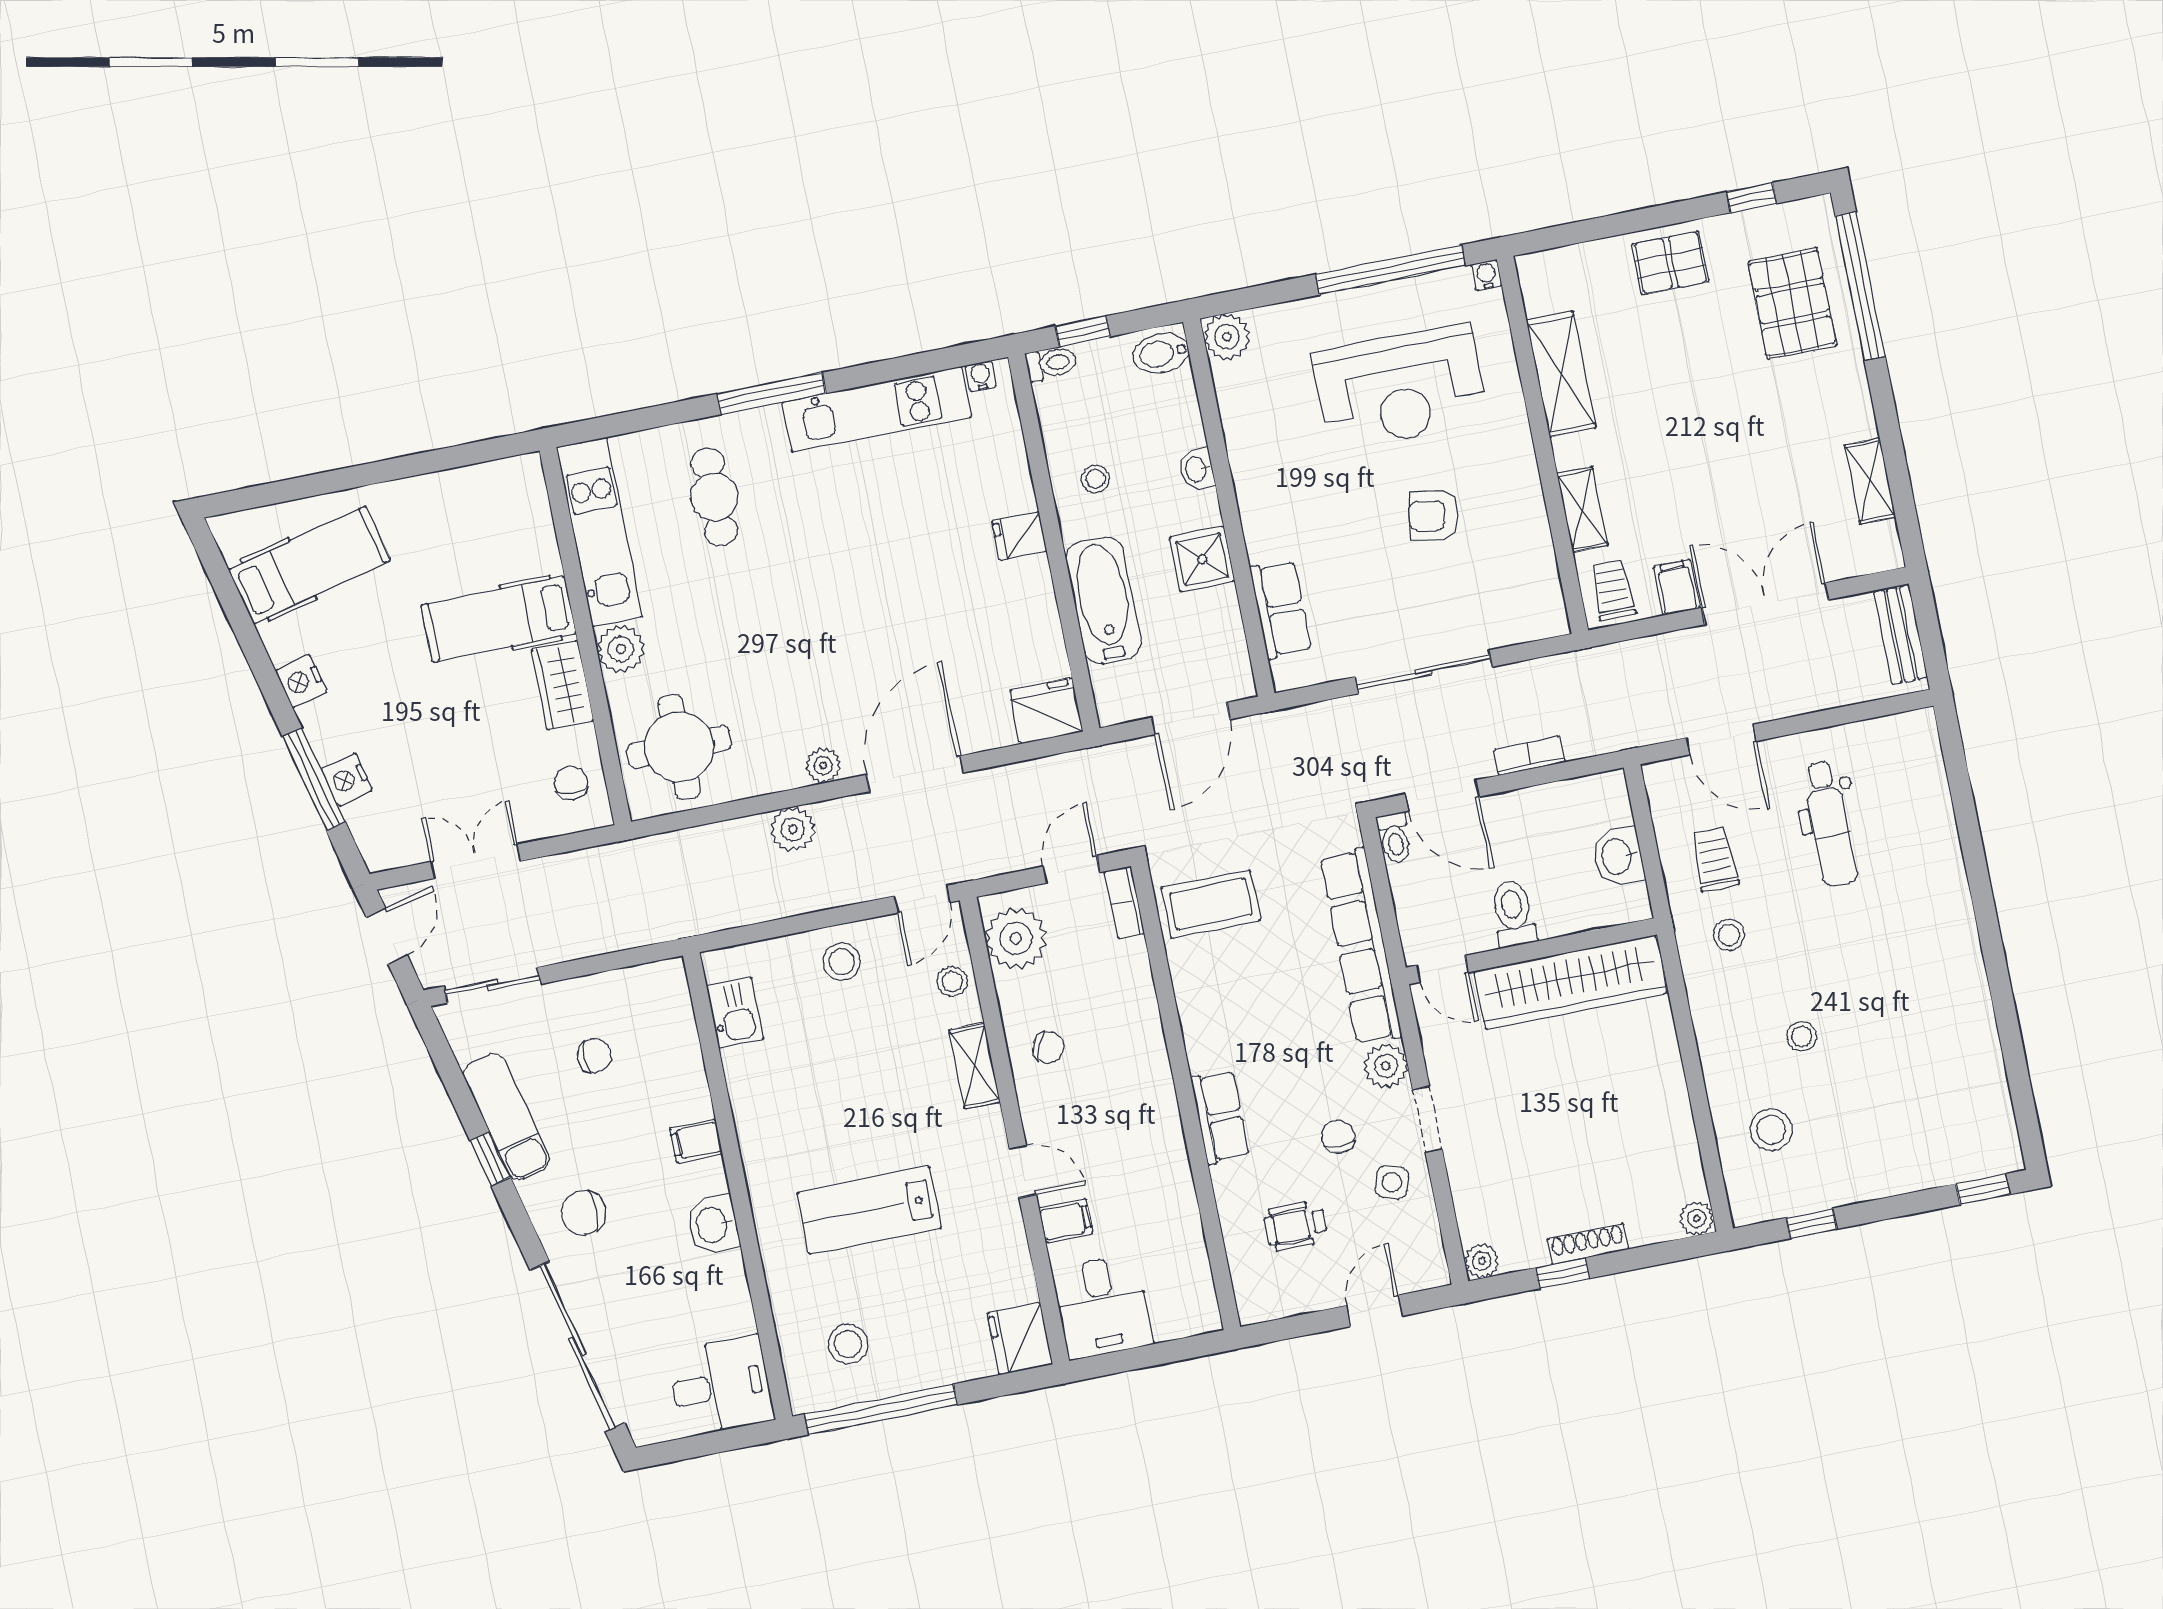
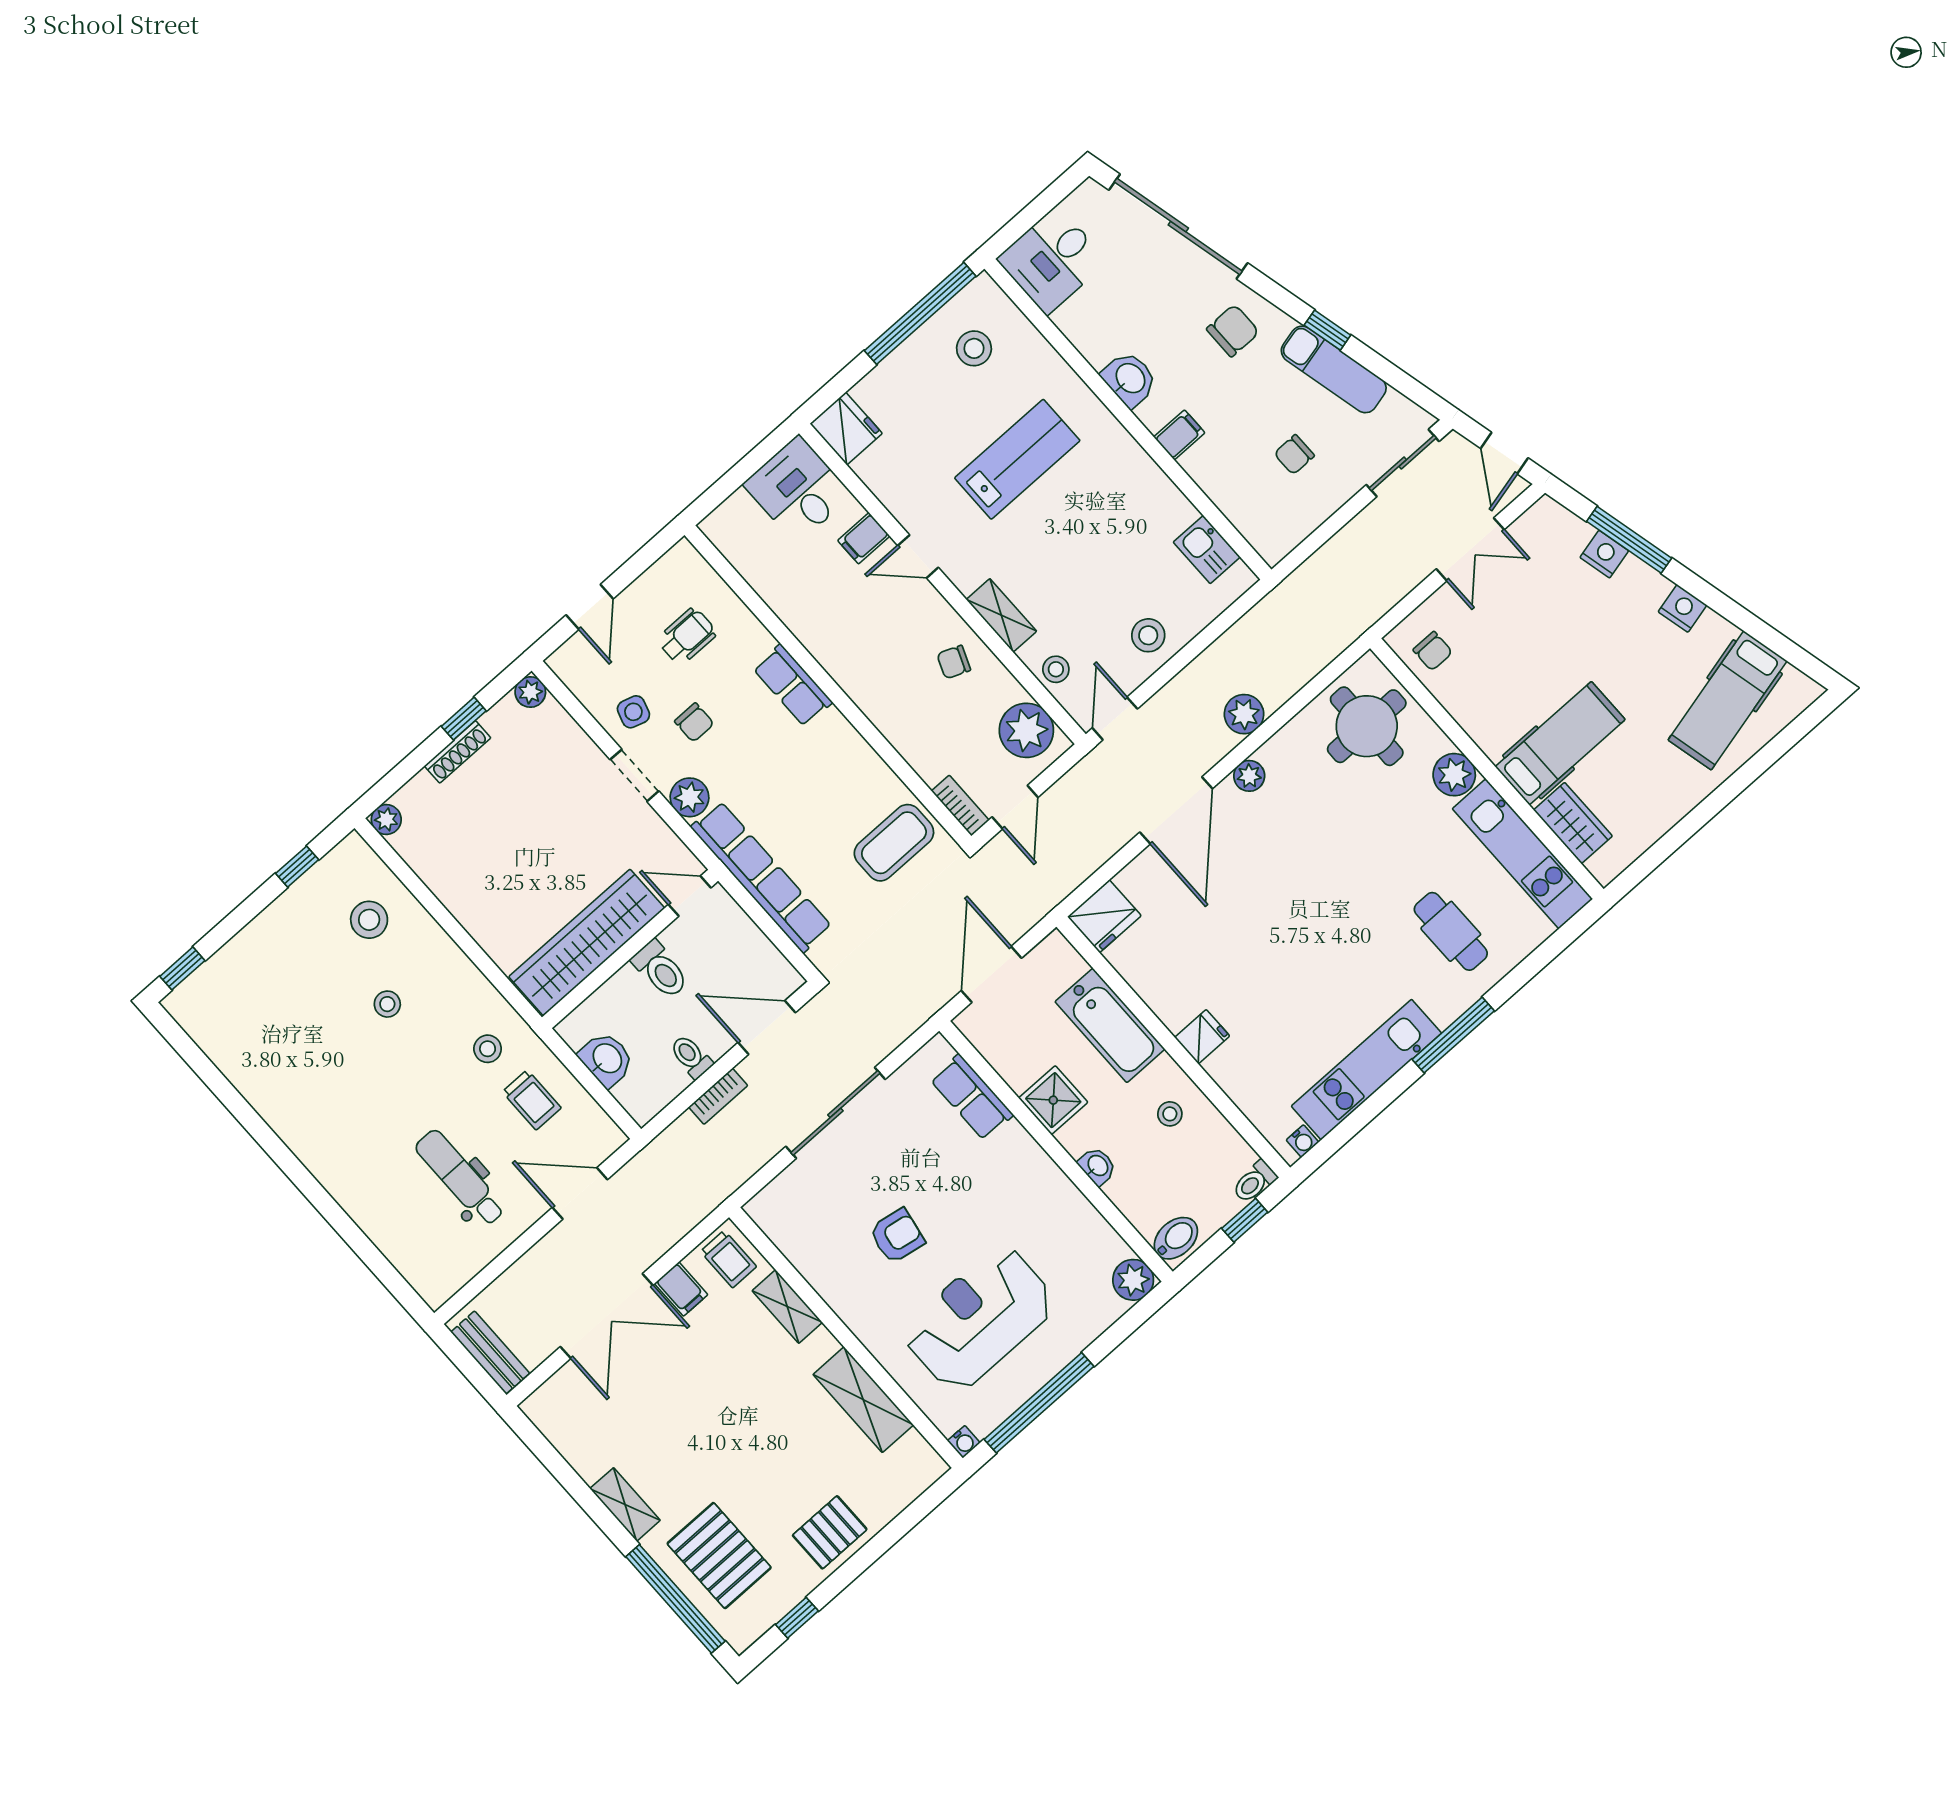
shelving: (1870, 481) -> (625, 1504), moved
wardrobe: (562, 685) -> (1573, 823), moved
toilet: (1395, 838) -> (691, 1057), moved

